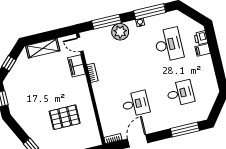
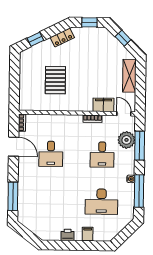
plant: (120, 32) -> (126, 140), moved
printer: (201, 38) -> (68, 235), moved
door: (80, 44) -> (124, 114), hinge flipped
desk: (180, 93) -> (102, 155), moved
locker: (23, 121) -> (62, 38), added

